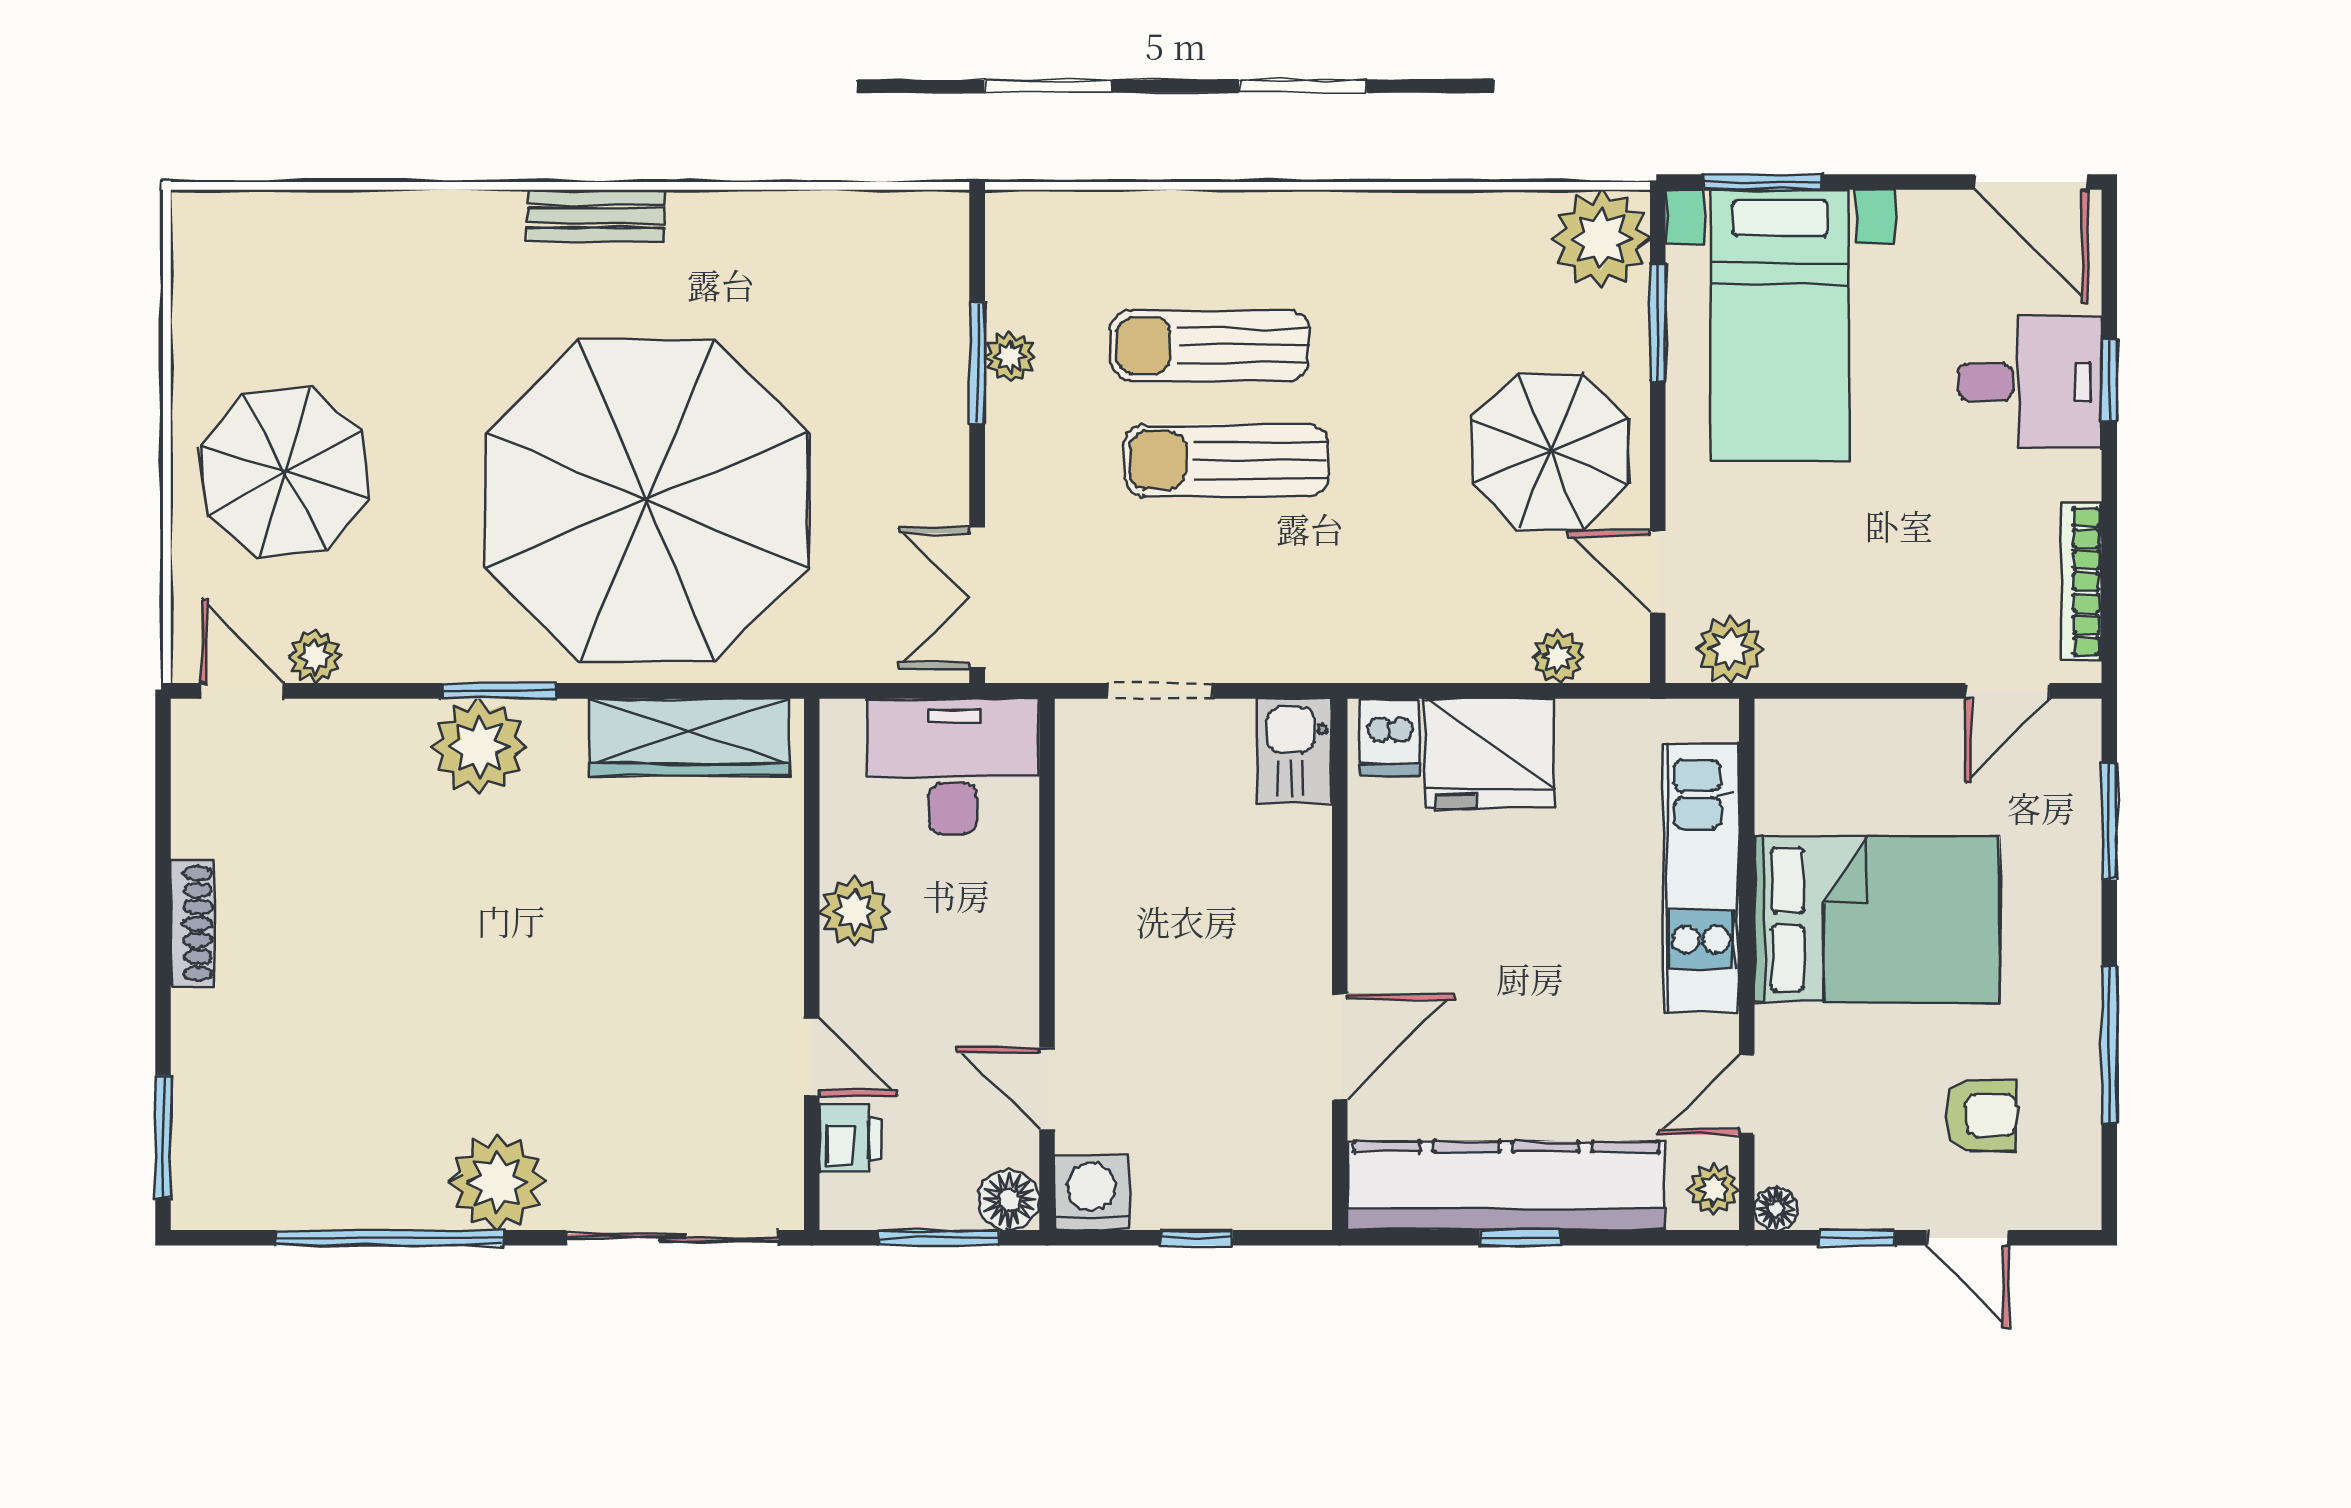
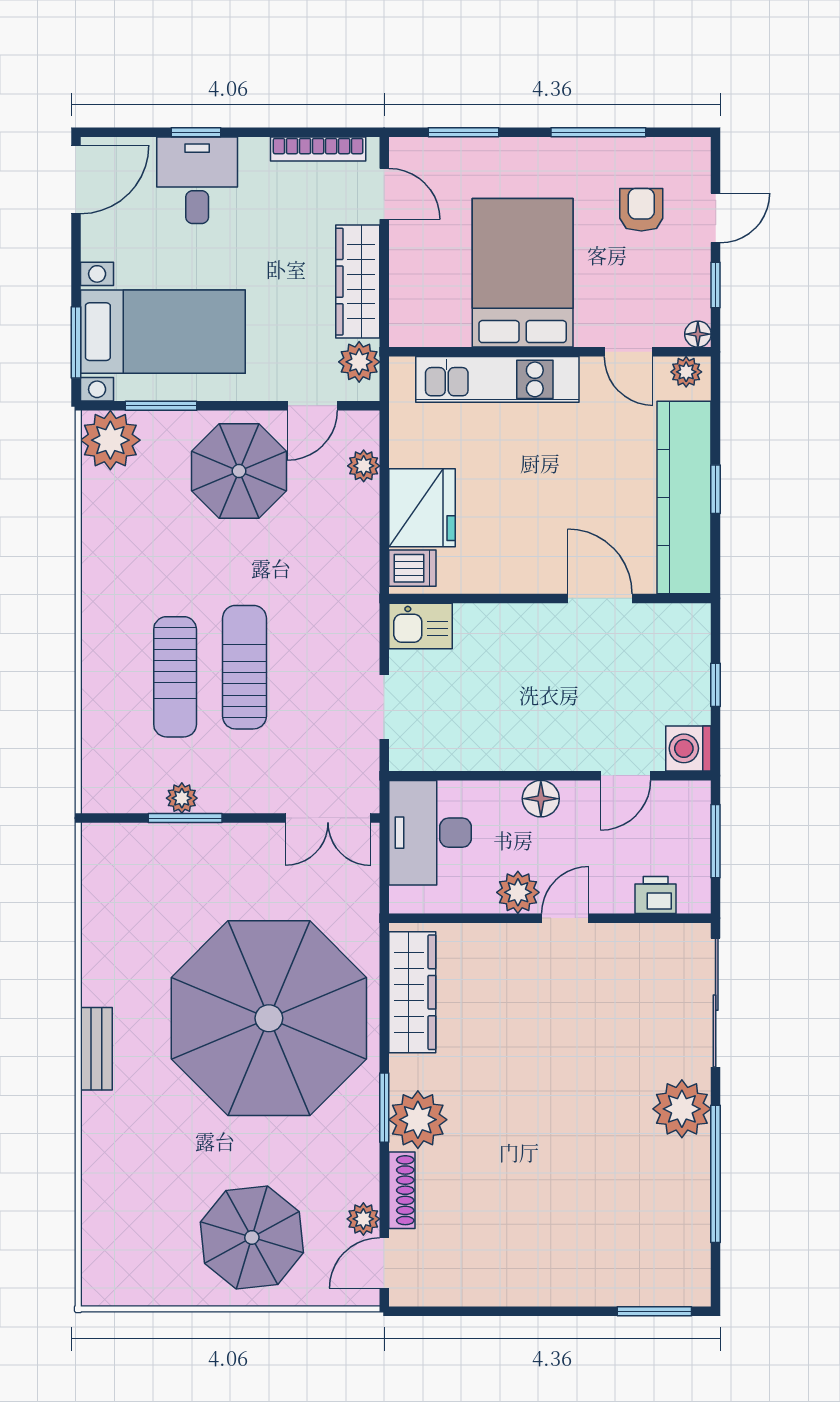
sun lounger: (1226, 460) -> (244, 667), turned 180
wardrobe: (1863, 647) -> (358, 282), added
shoe rack: (192, 924) -> (402, 1190), moved, turned 90
door: (812, 1057) -> (565, 918), moved
floor lamp: (1009, 1200) -> (541, 799), moved

